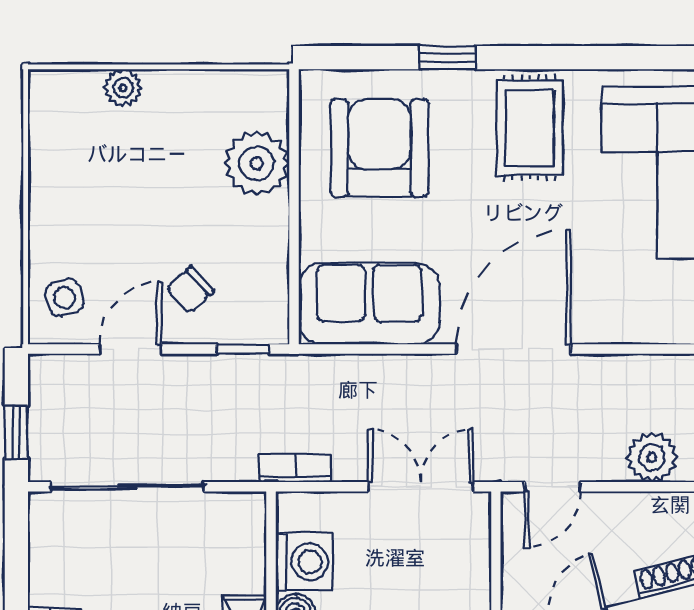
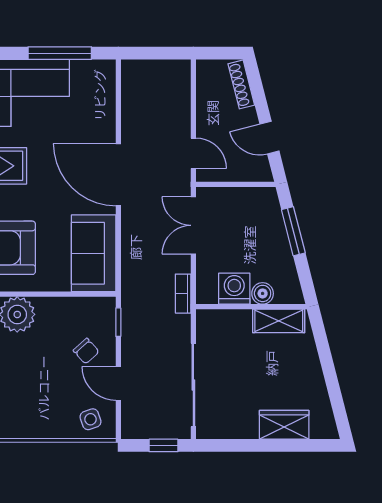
plant: (652, 457) -> (177, 99), removed

